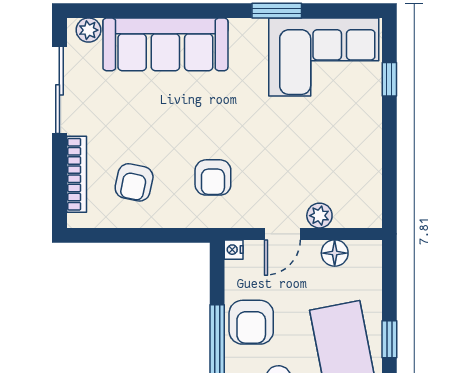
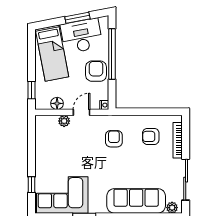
armchair: (134, 182) -> (151, 136), turned -102
window: (389, 339) -> (31, 90), moved

